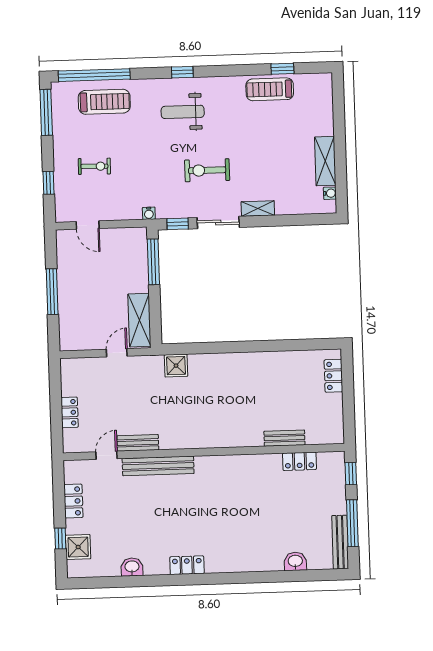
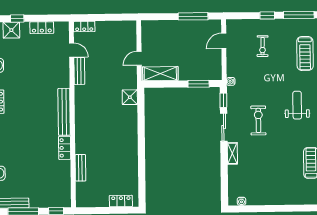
shelving: (325, 161) -> (263, 199), removed
window: (49, 183) -> (267, 15), moved
window: (153, 262) -> (199, 84), width x0.69
window: (52, 292) -> (193, 16), moved
door: (117, 353) -> (139, 58), swing flipped
locker: (70, 412) -> (84, 27), moved
locker: (299, 461) -> (65, 148), moved
bench: (158, 466) -> (64, 112), moved

